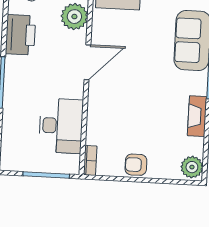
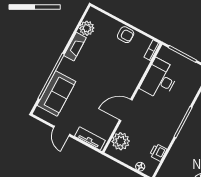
printer: (20, 35) -> (158, 152), width x0.53, depth x0.68
plant: (192, 167) -> (87, 28), moved

